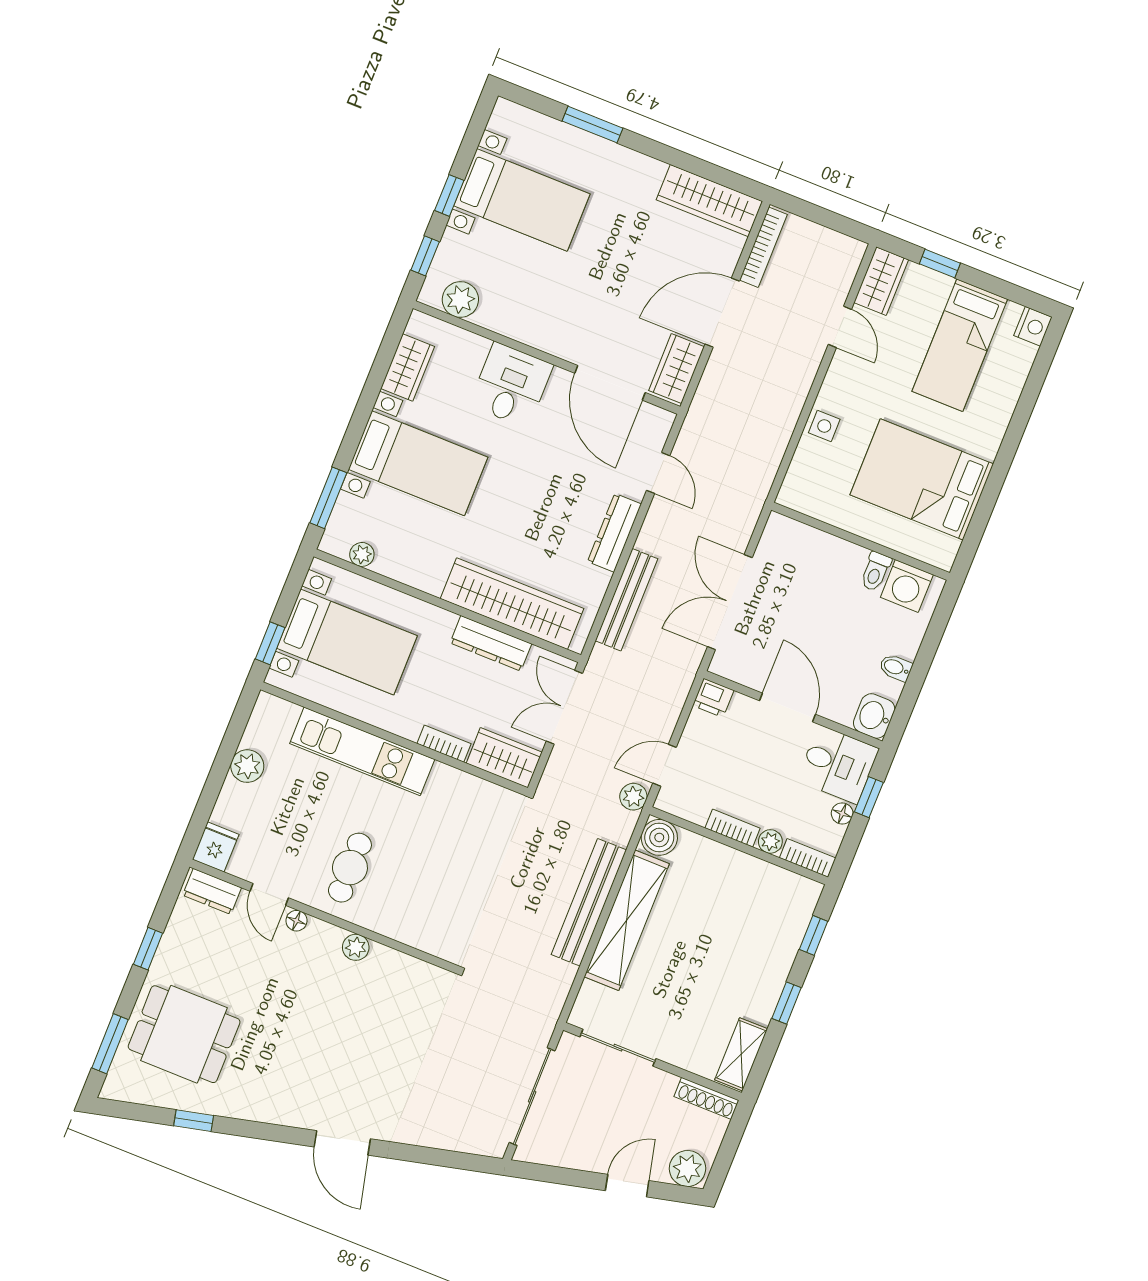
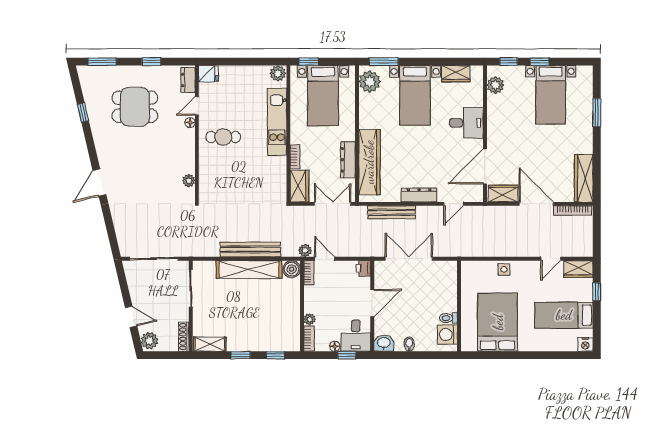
plant: (362, 554) -> (370, 82), width x1.88, depth x1.88
plant: (247, 766) -> (278, 73), moved
bookcase: (733, 828) -> (309, 273), moved
plant: (356, 947) -> (189, 181), moved
dining table: (184, 1034) -> (135, 107), moved, turned 90

